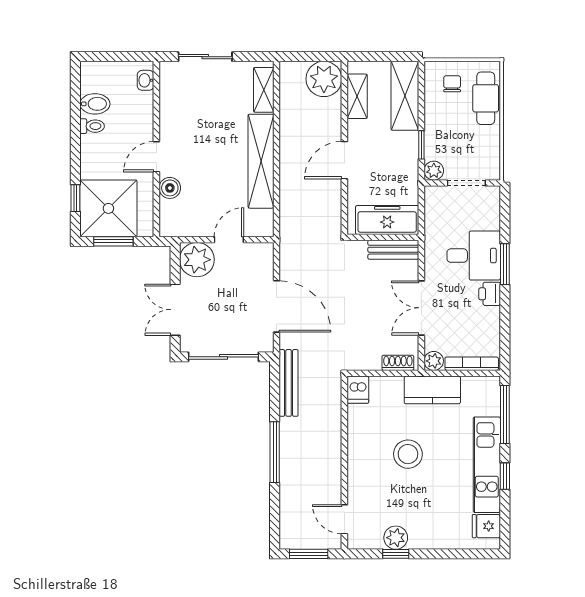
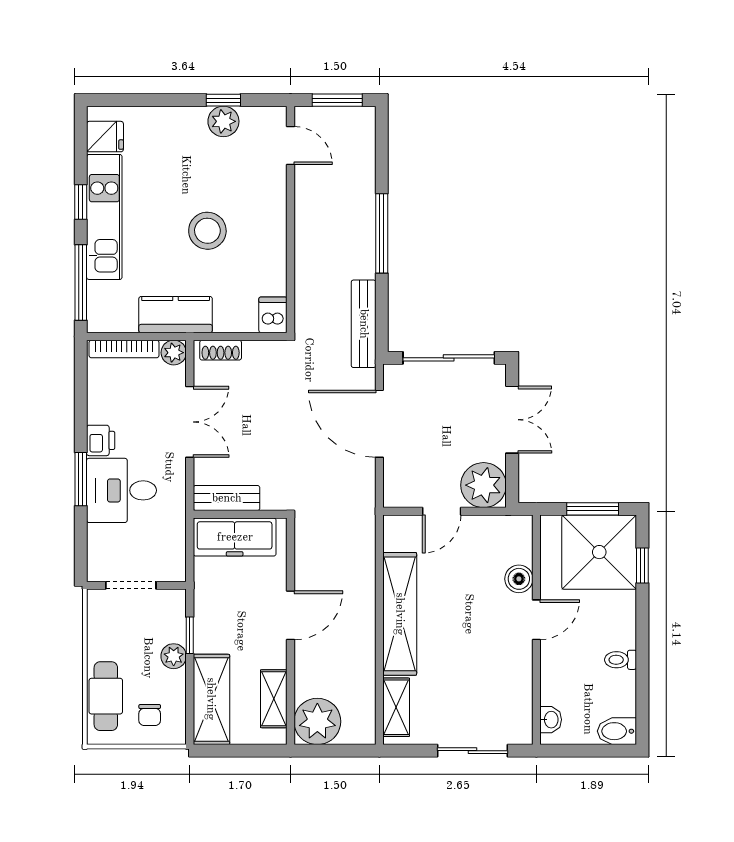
bidet: (95, 104) -> (617, 731), moved
plant: (434, 171) -> (174, 656), moved

